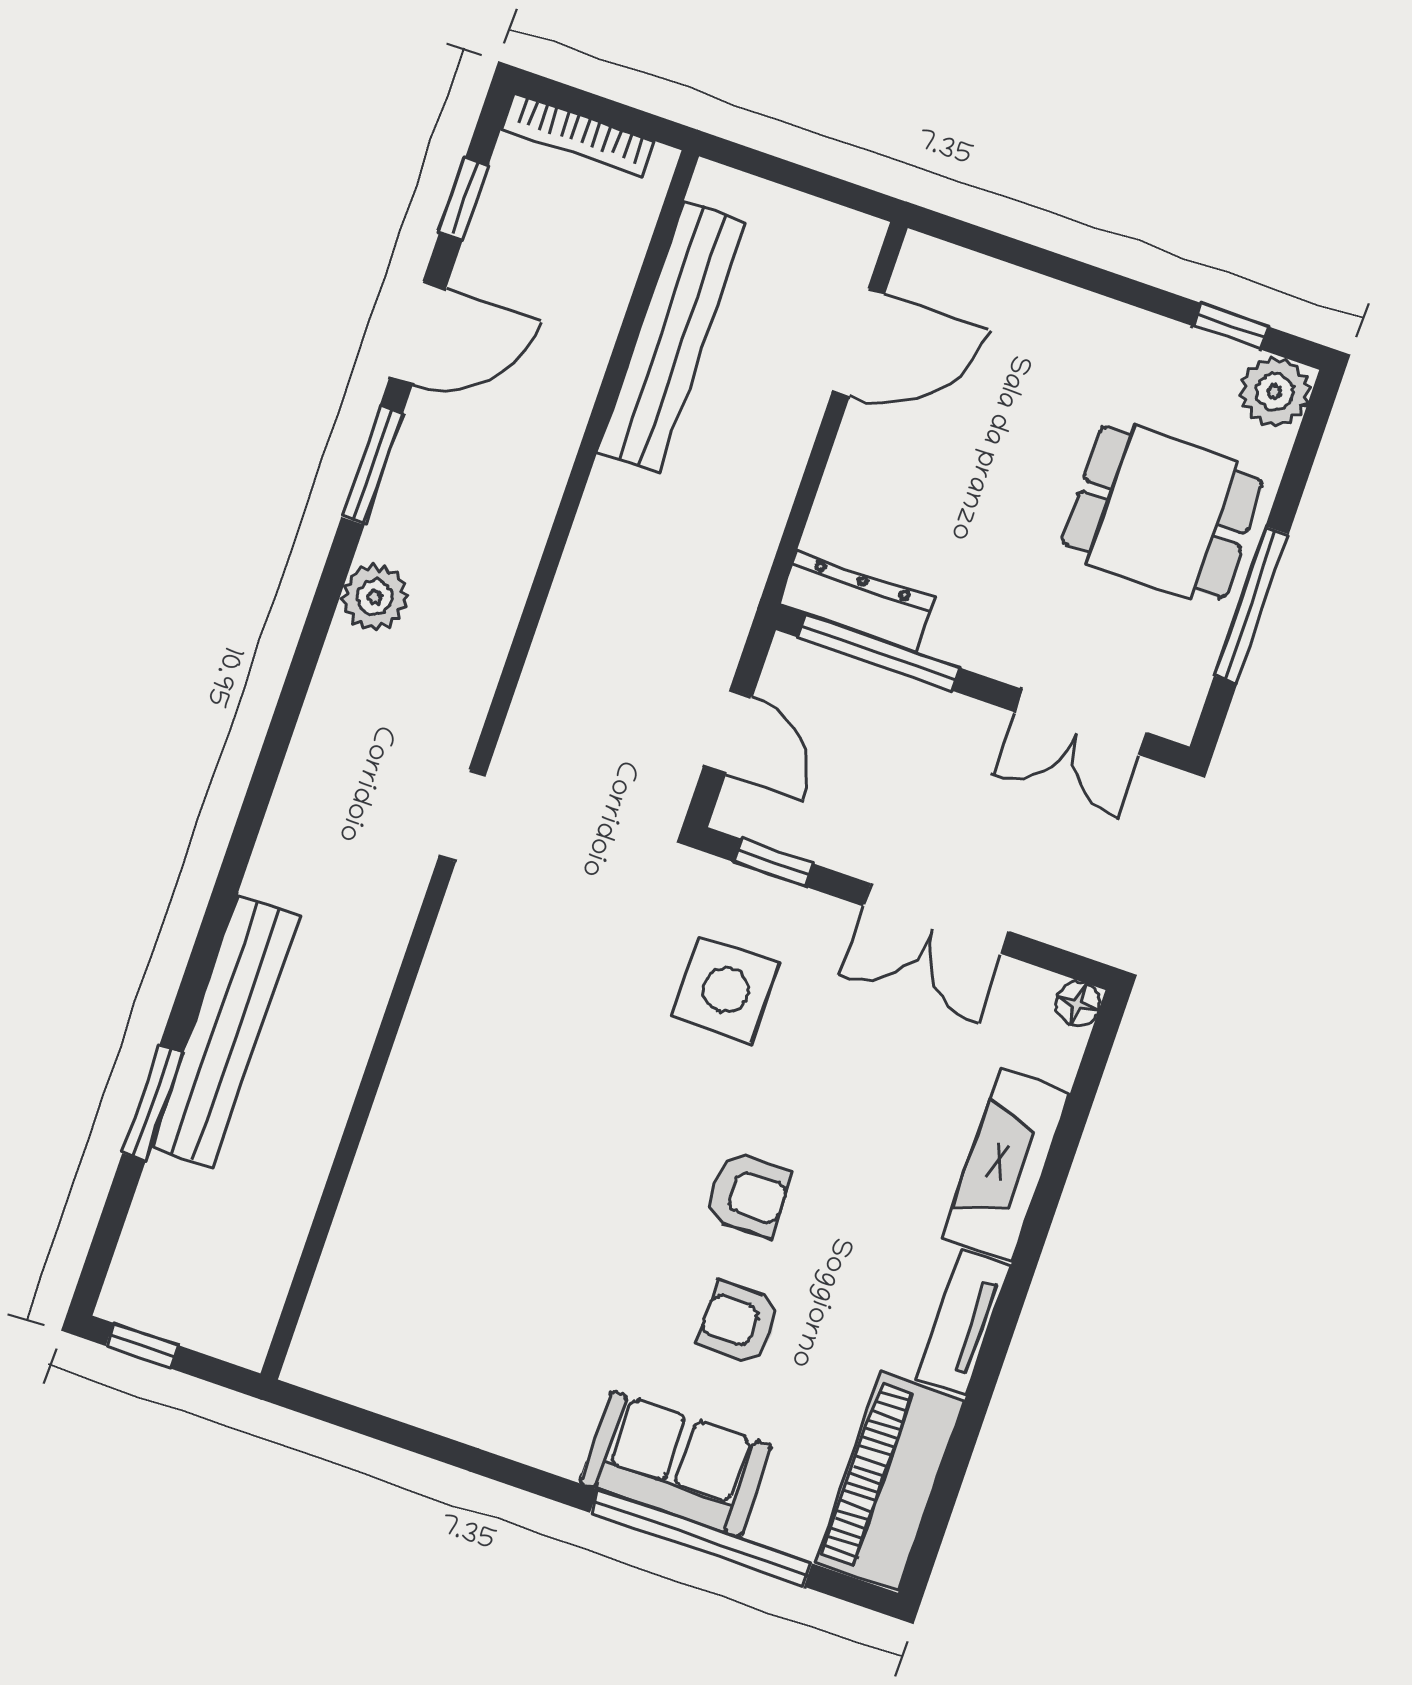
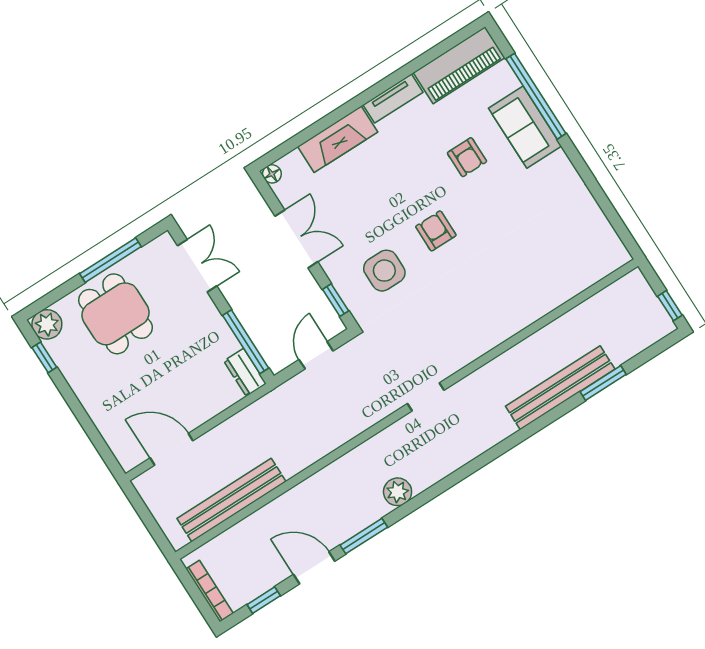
dresser: (856, 602) -> (245, 372), width x0.70
armchair: (748, 1194) -> (436, 231), moved

